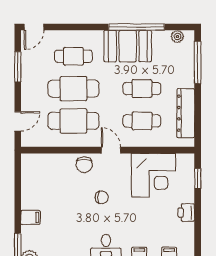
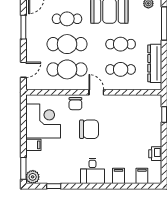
corner desk: (153, 175) -> (43, 121), moved, turned -90
chair: (102, 197) -> (89, 129), width x1.87, depth x1.87
printer: (186, 213) -> (155, 154), moved

